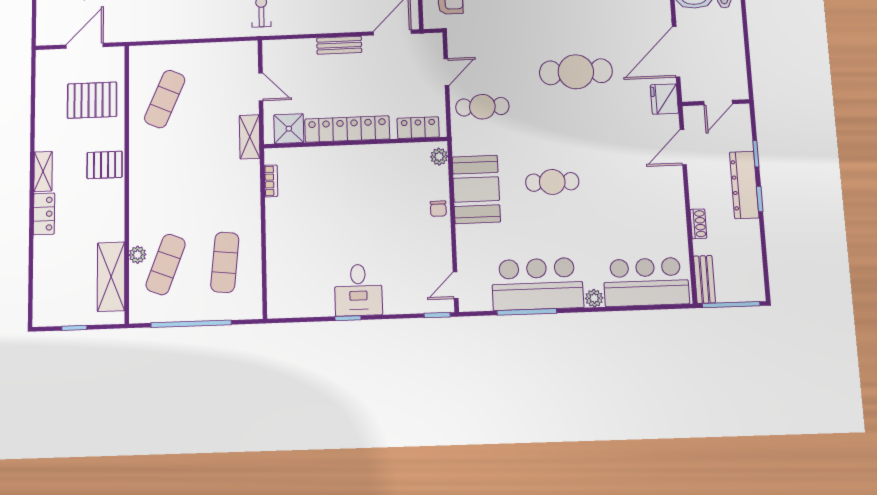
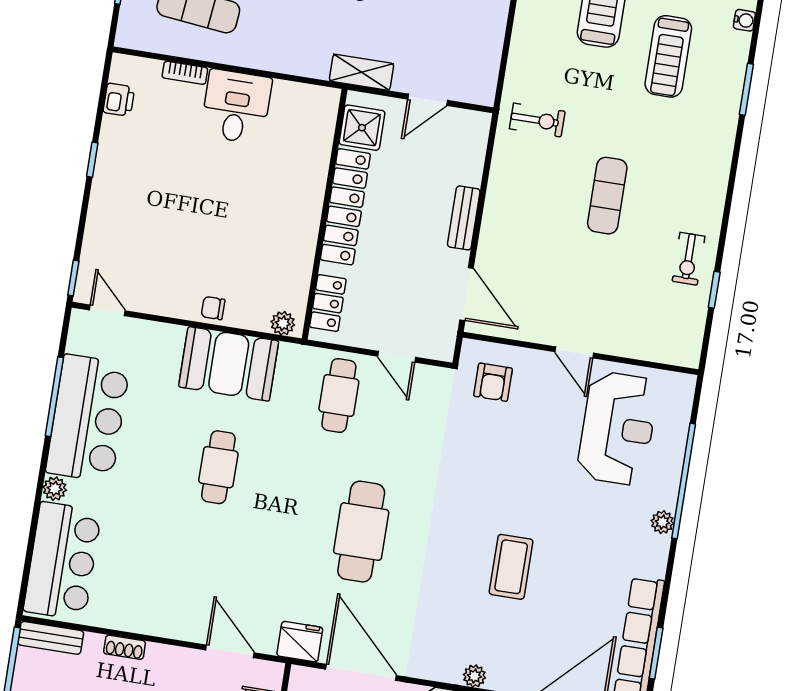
bookcase: (271, 181) -> (185, 73), moved
desk: (358, 290) -> (236, 107), moved, turned 90
printer: (301, 307) -> (119, 100), added

